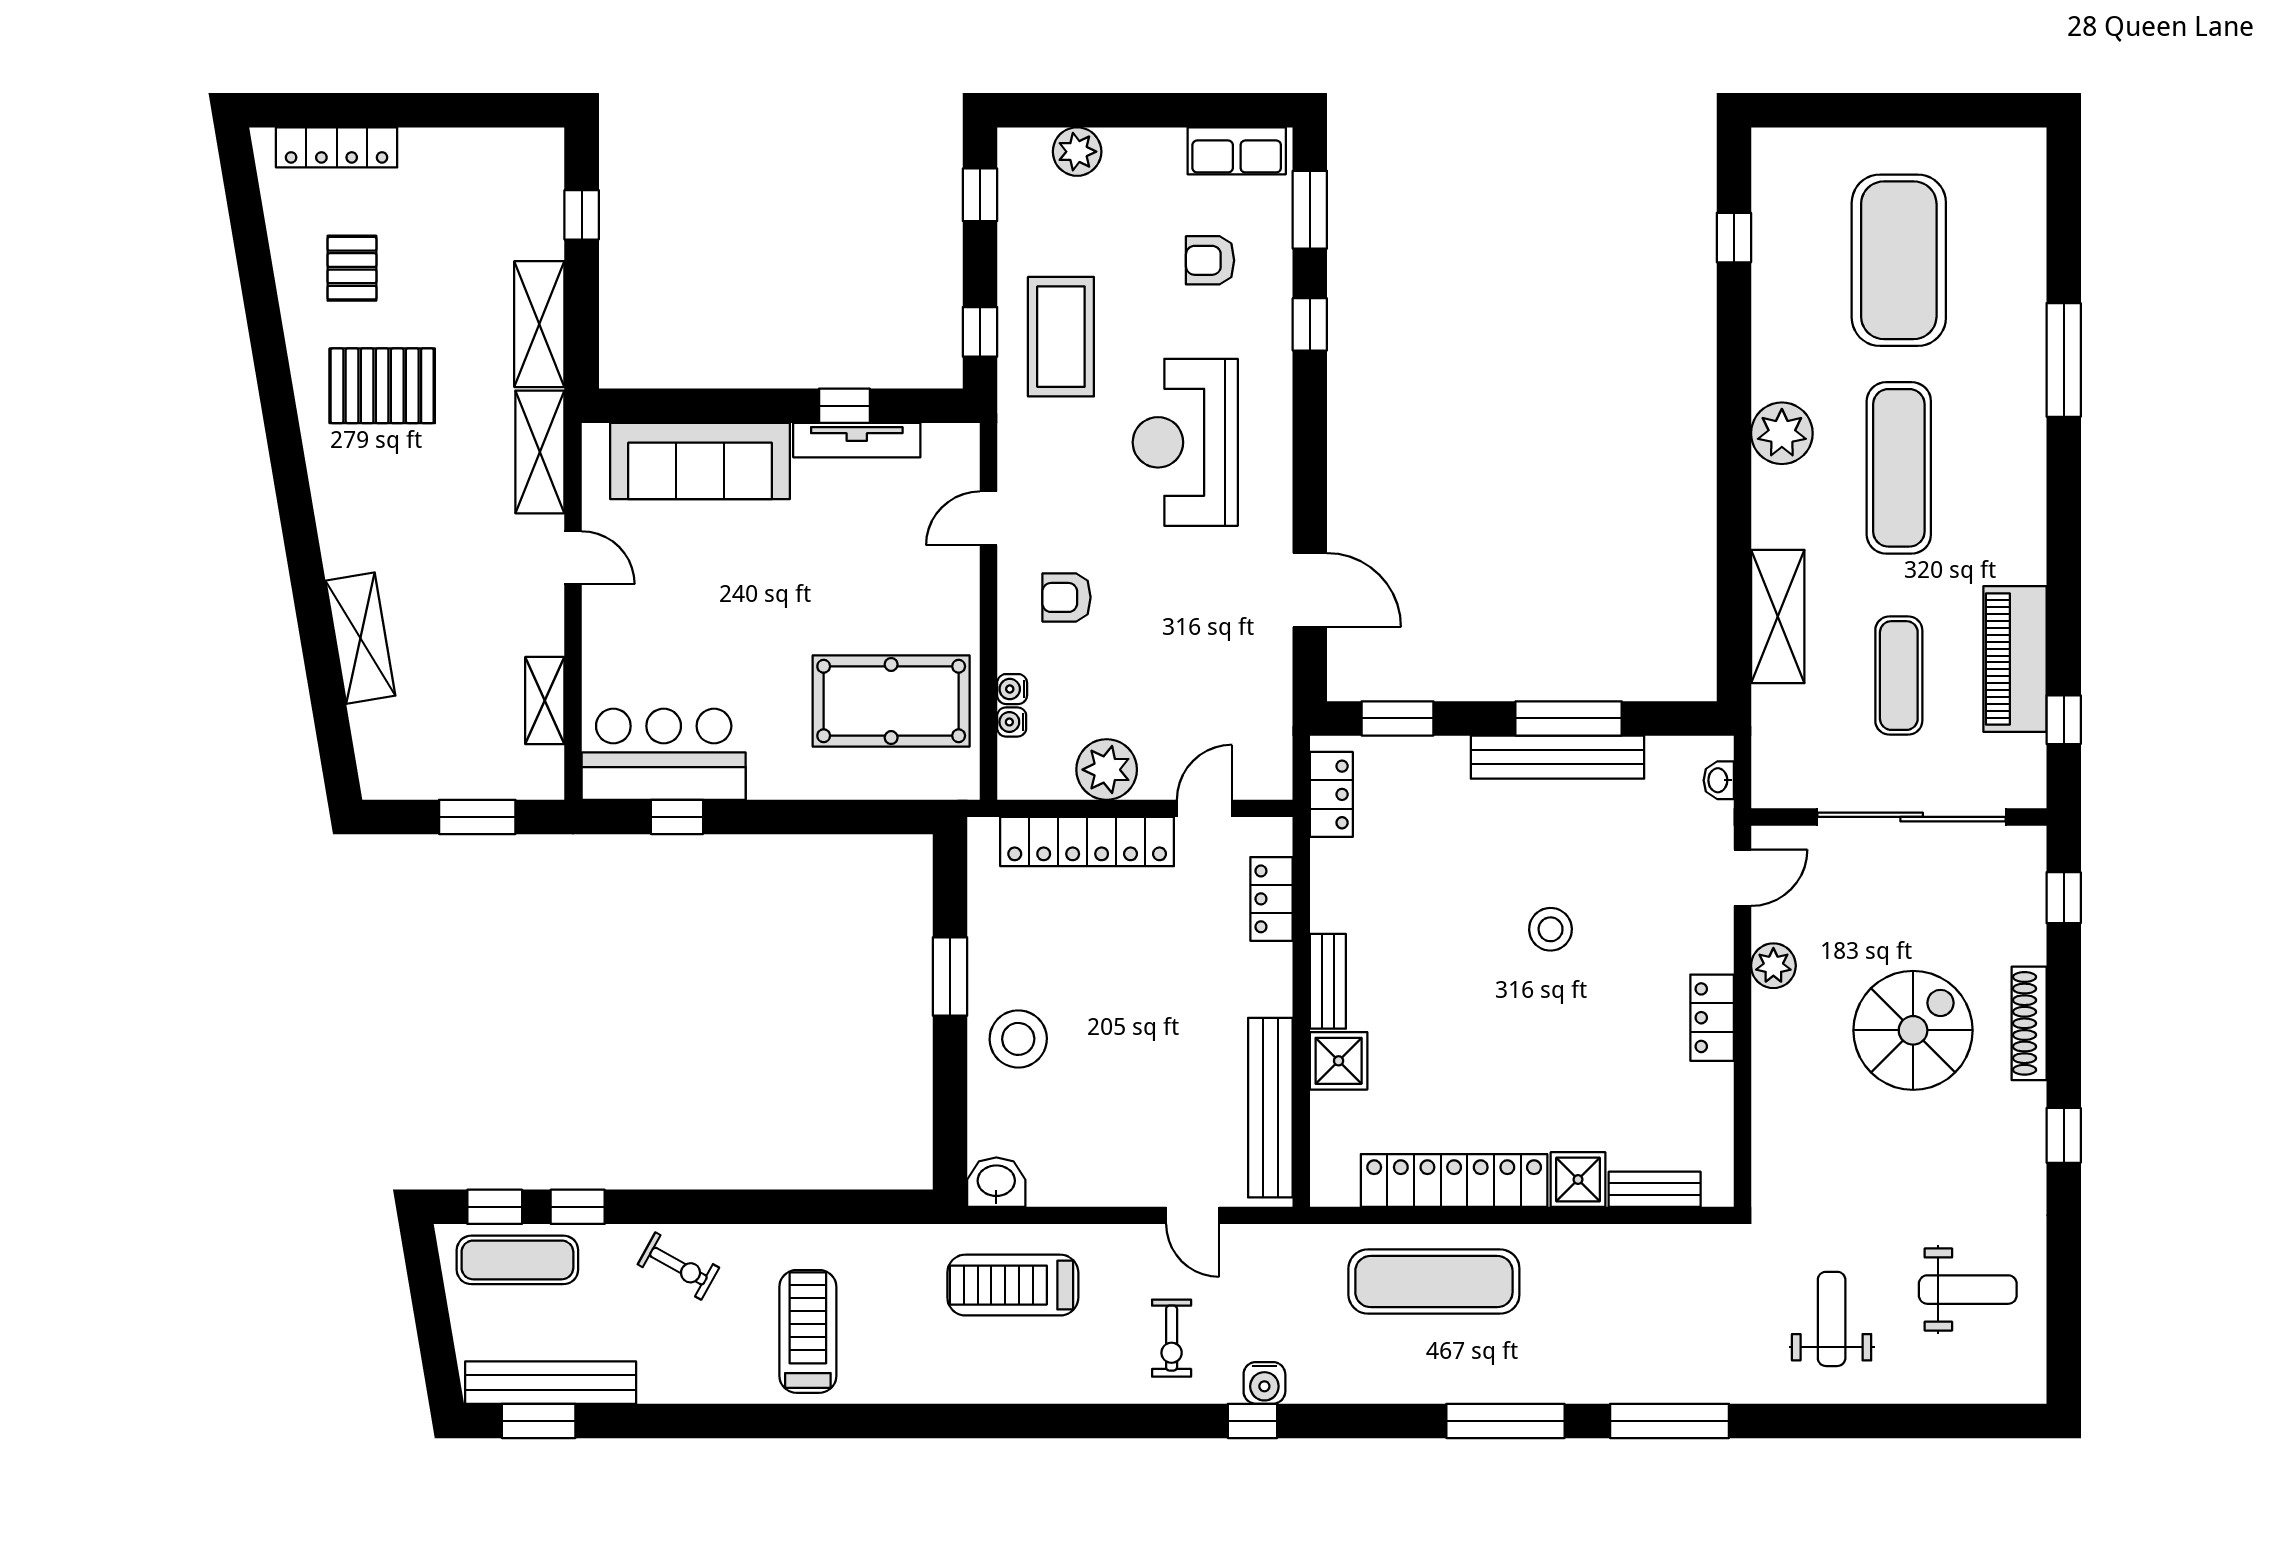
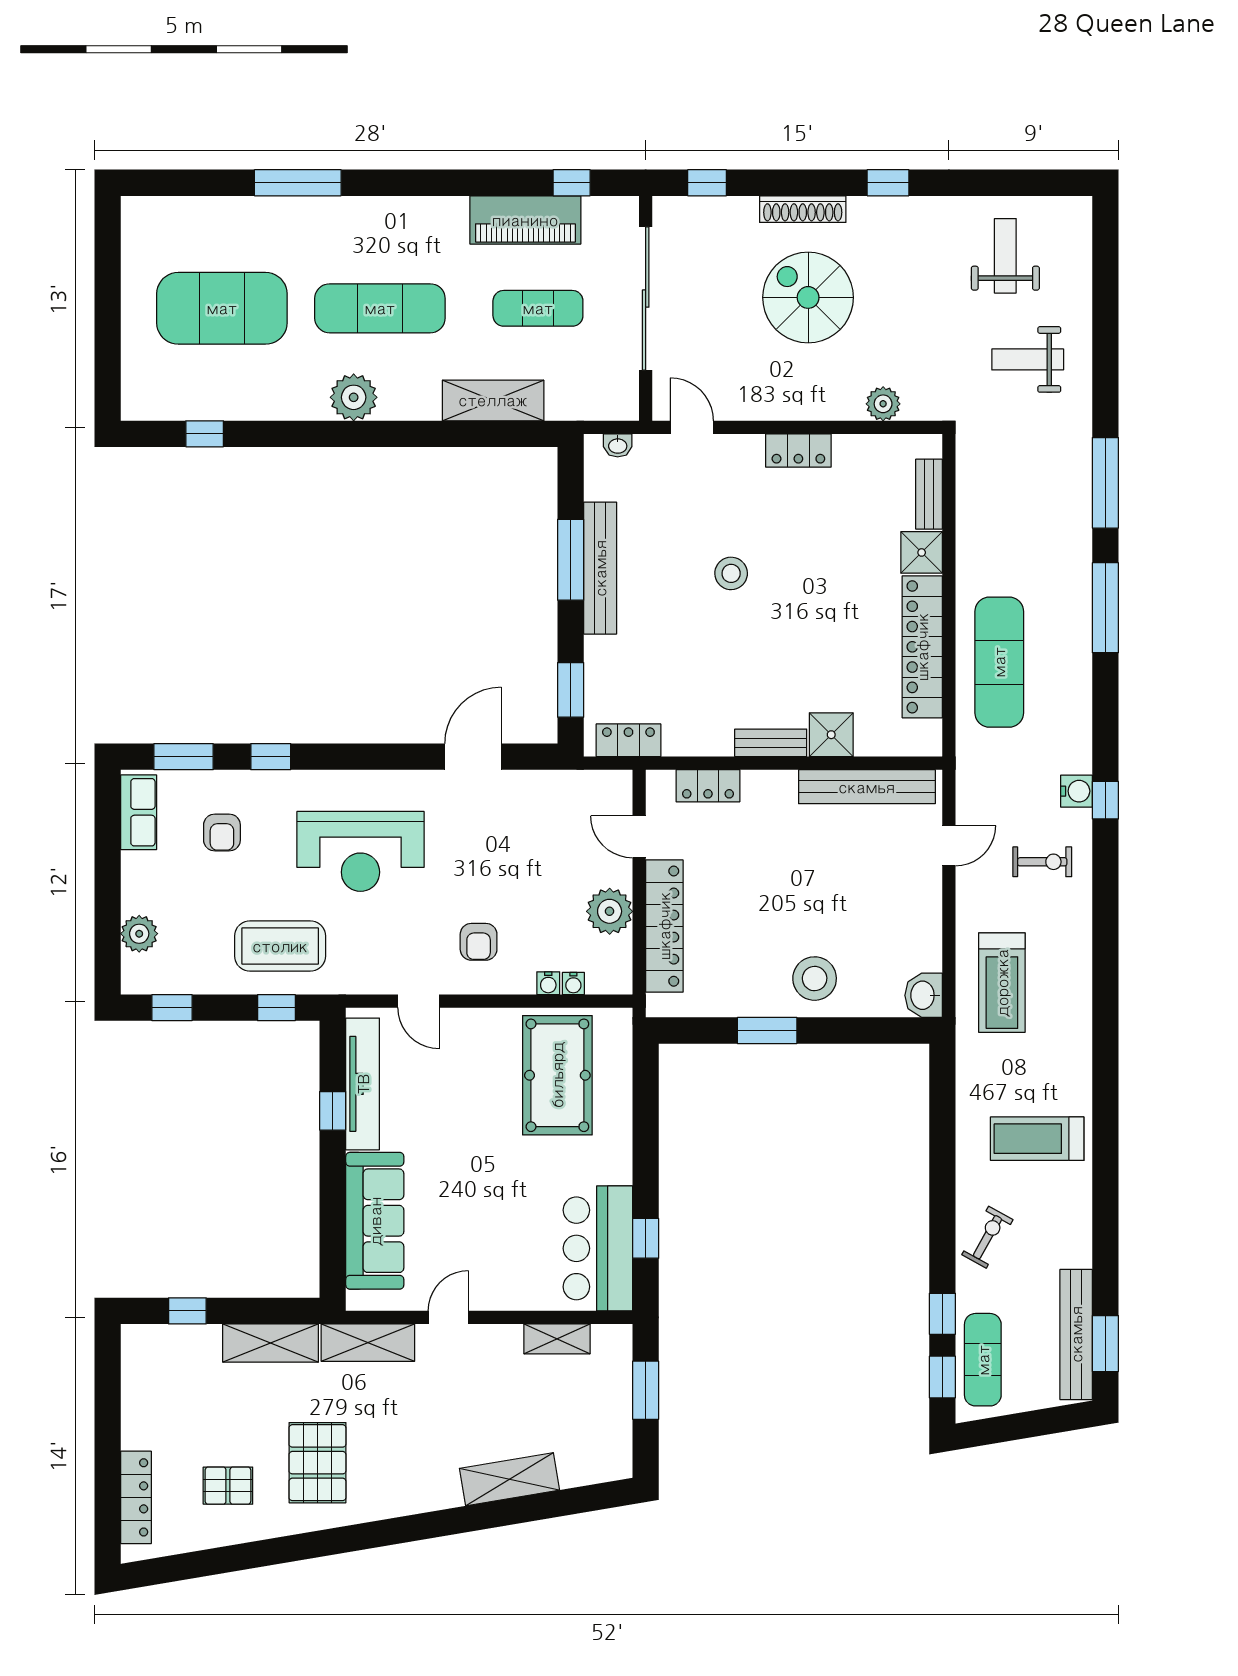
tv unit: (857, 440) -> (363, 1084), width x1.36, depth x1.29
plant: (1773, 966) -> (883, 404), moved

